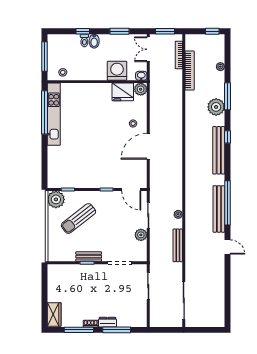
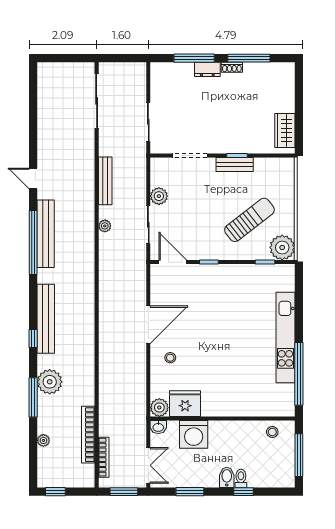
kitchen unit: (54, 114) -> (285, 337), moved
wardrobe: (54, 314) -> (285, 131), moved

